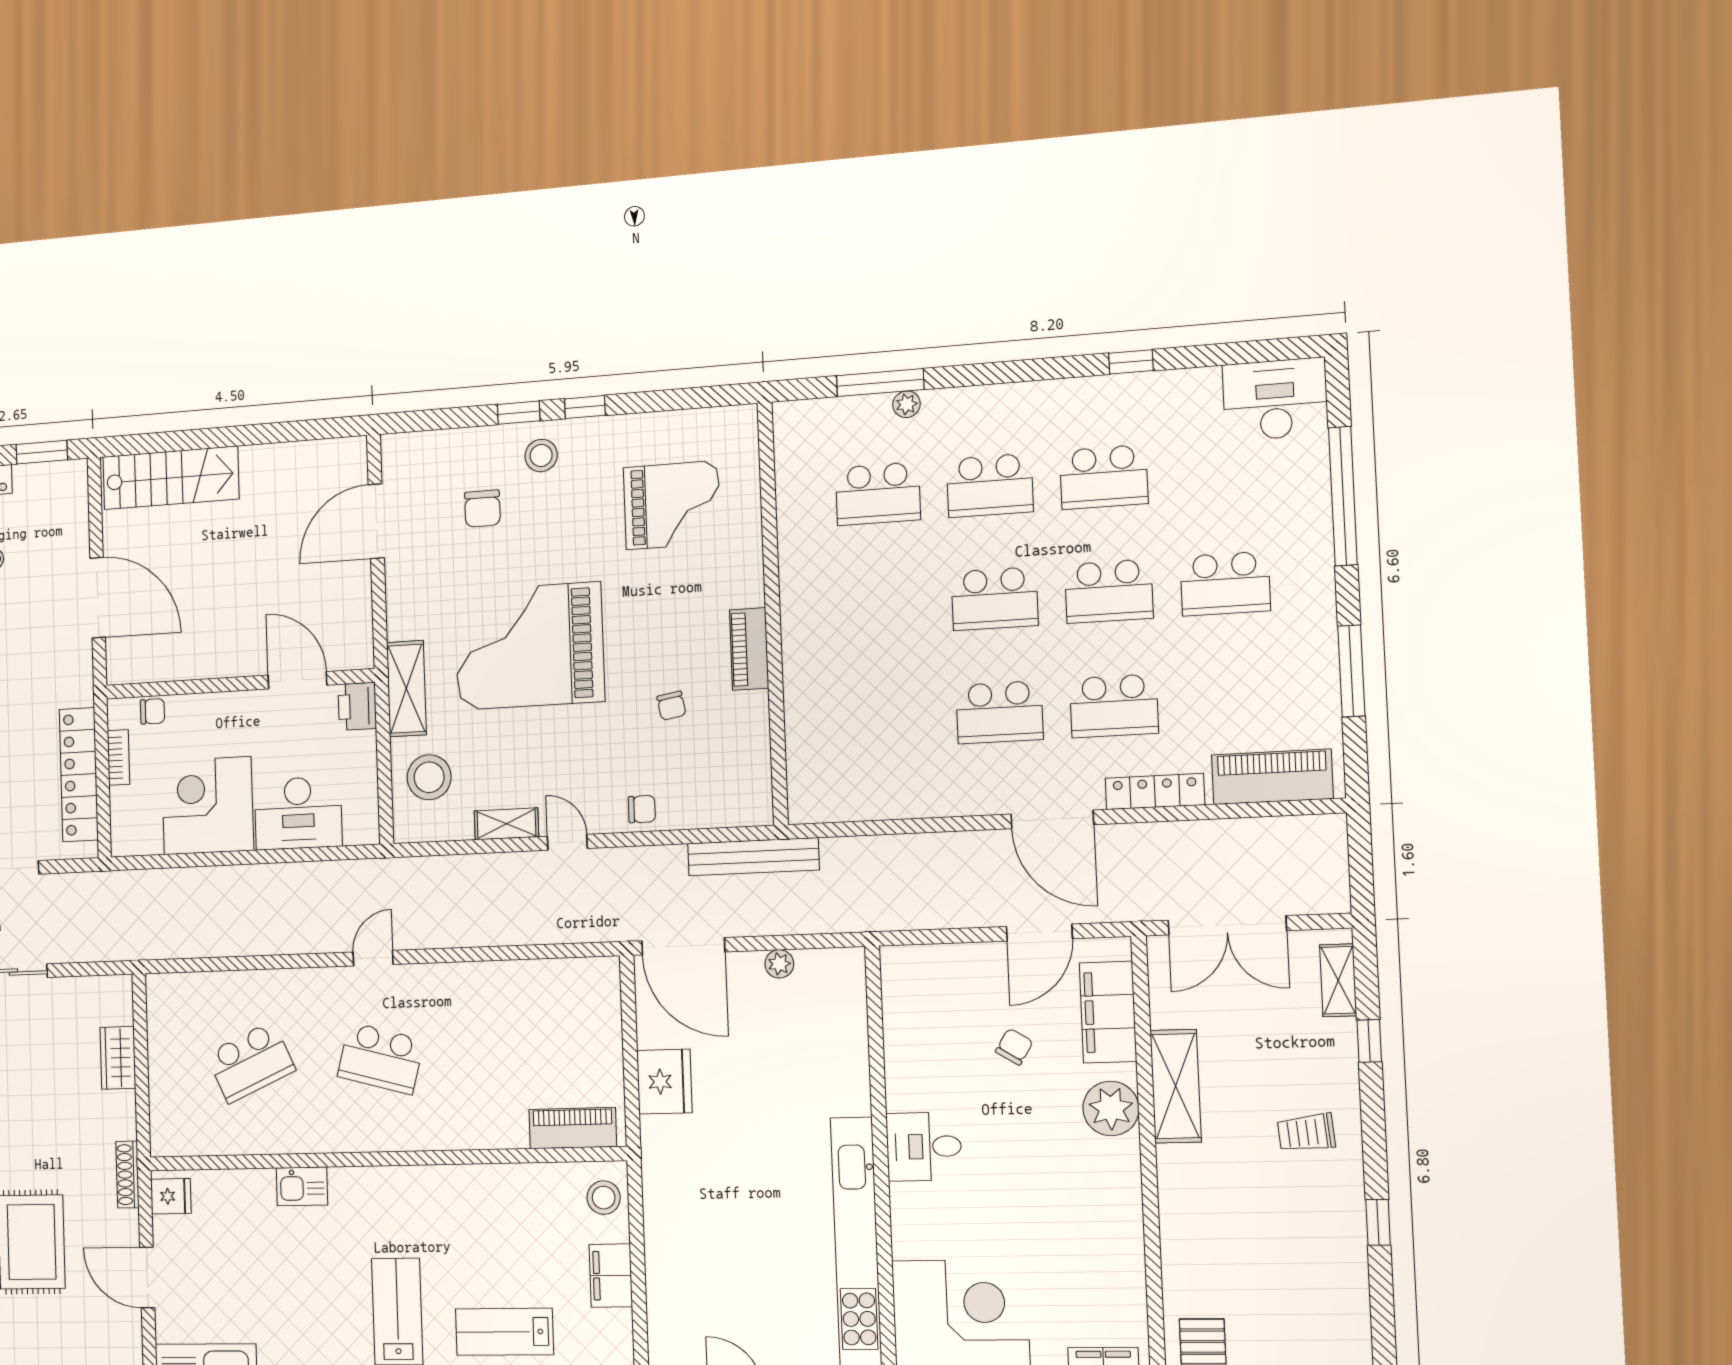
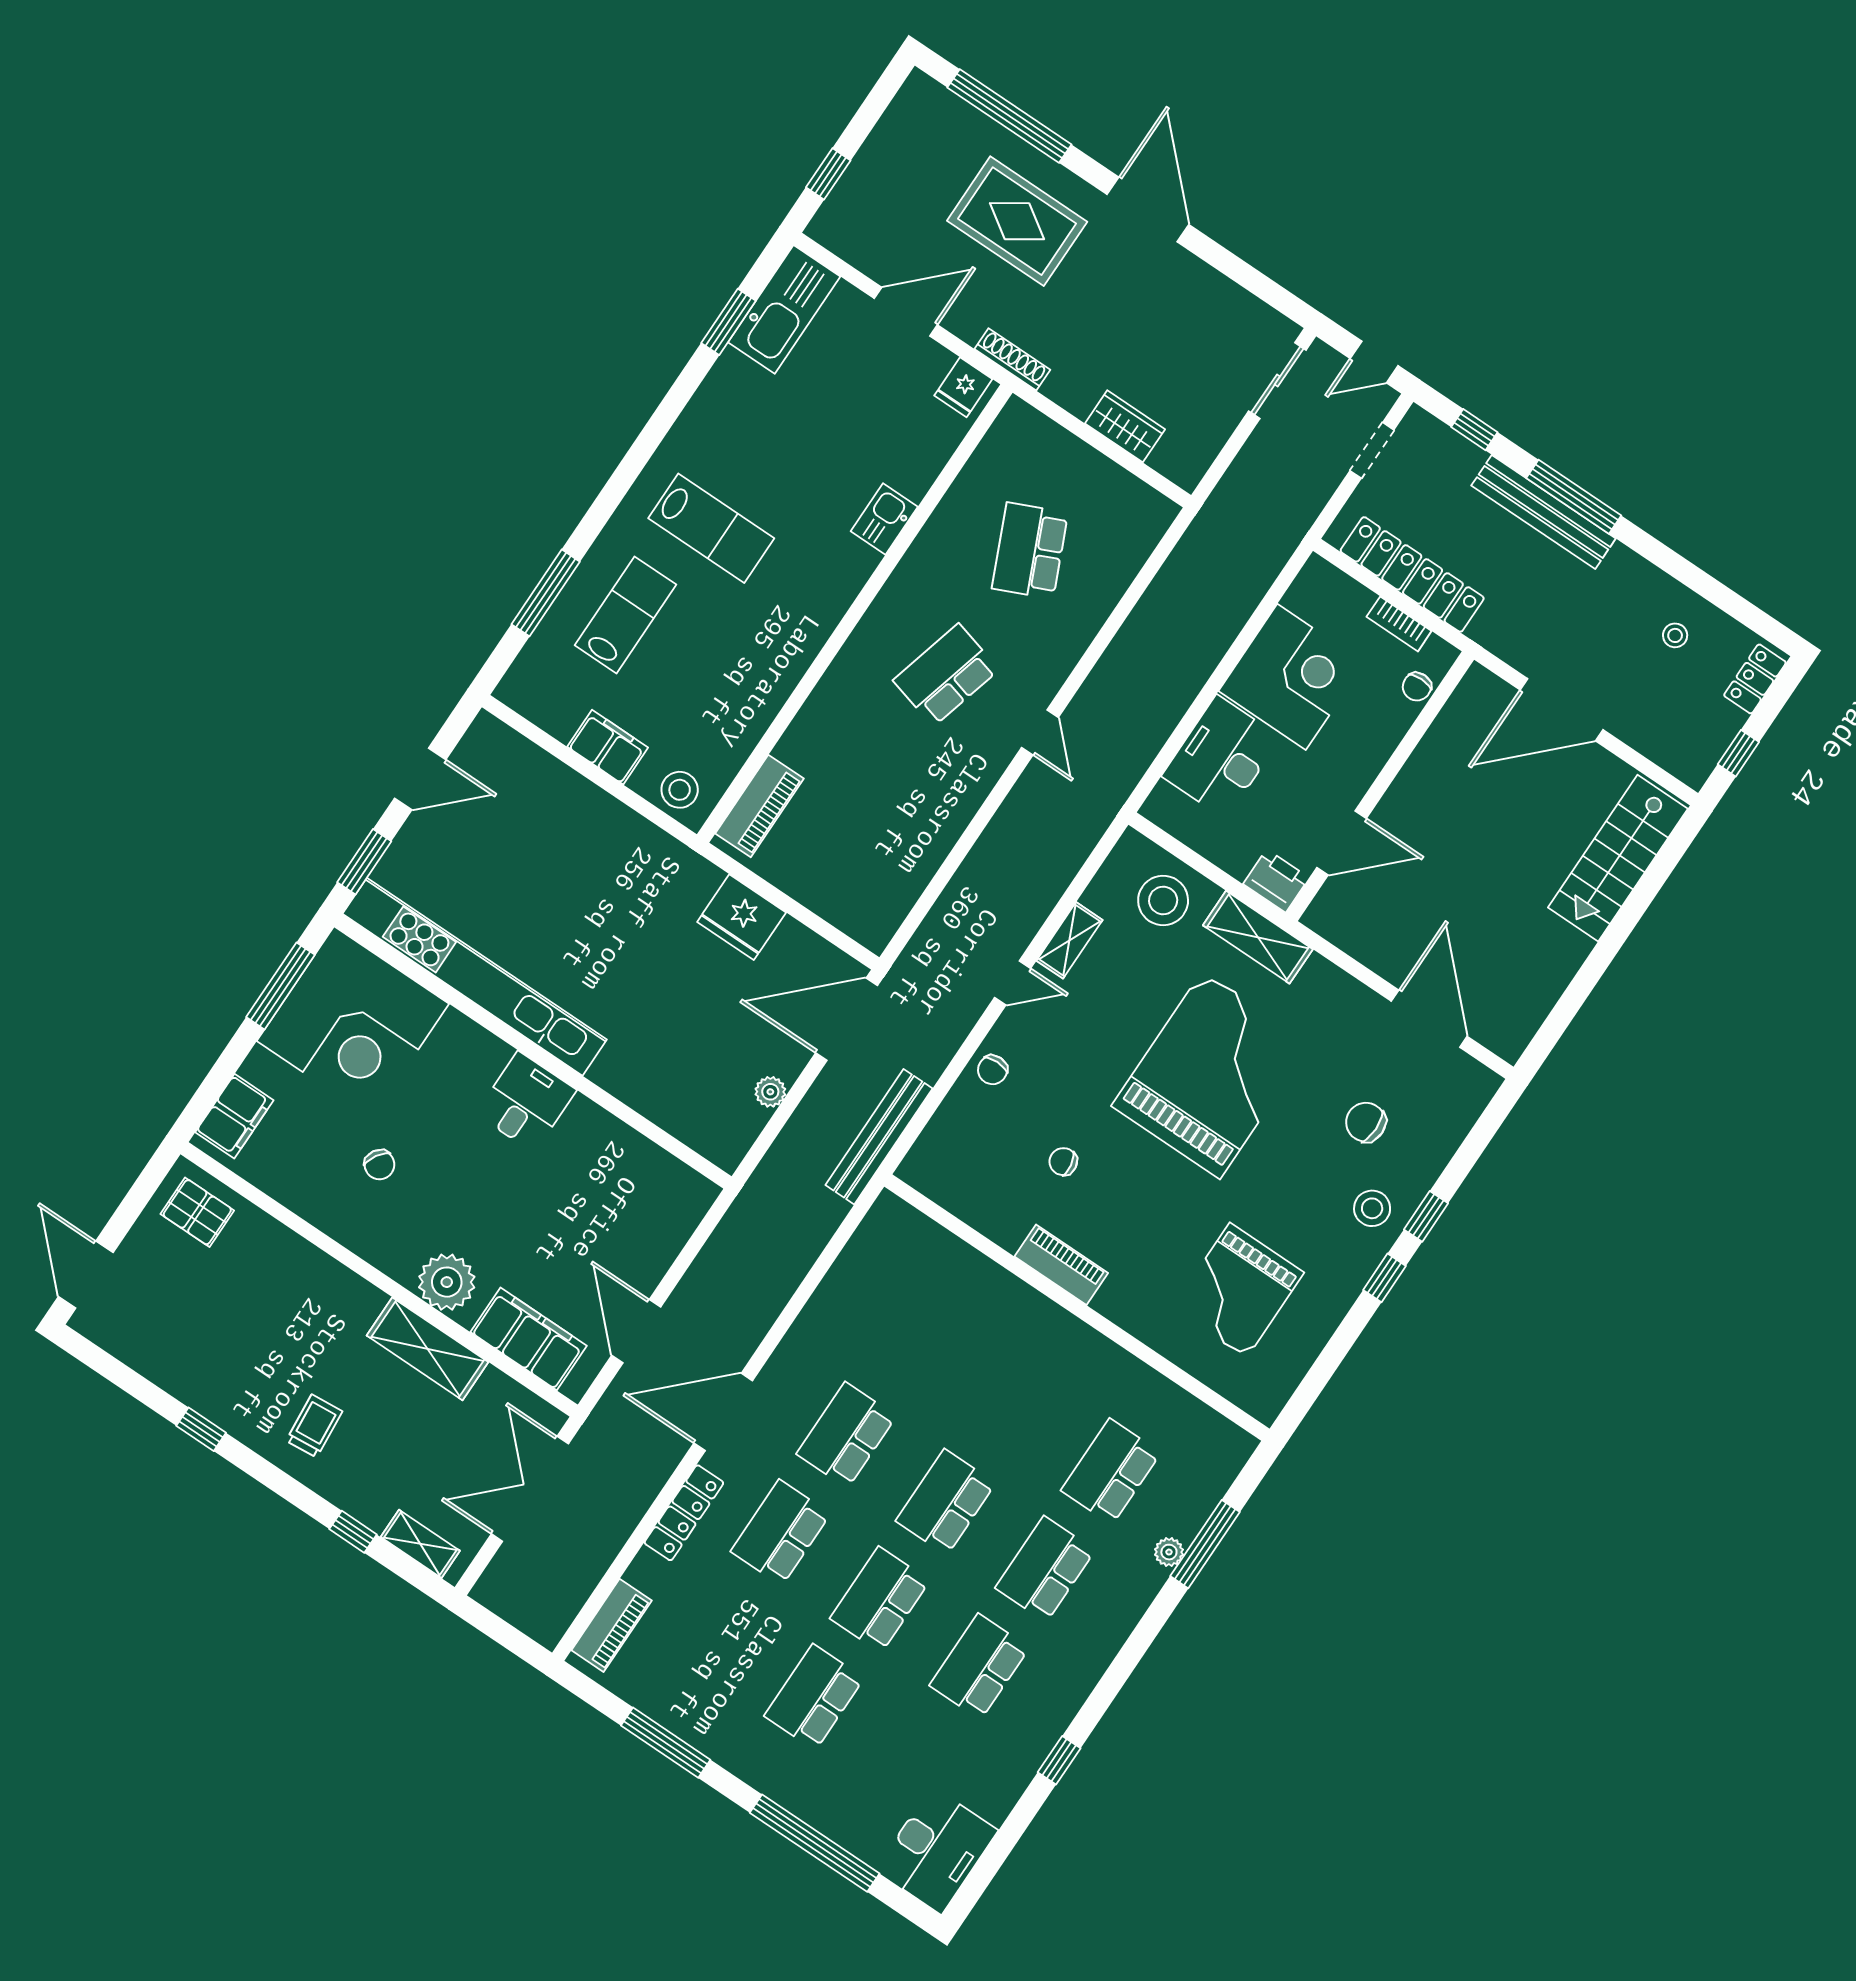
window: (42, 452) -> (1738, 753), width x0.67
piano: (1272, 777) -> (612, 1625), width x0.73, depth x0.75
chair: (1014, 1047) -> (379, 1165), moved

